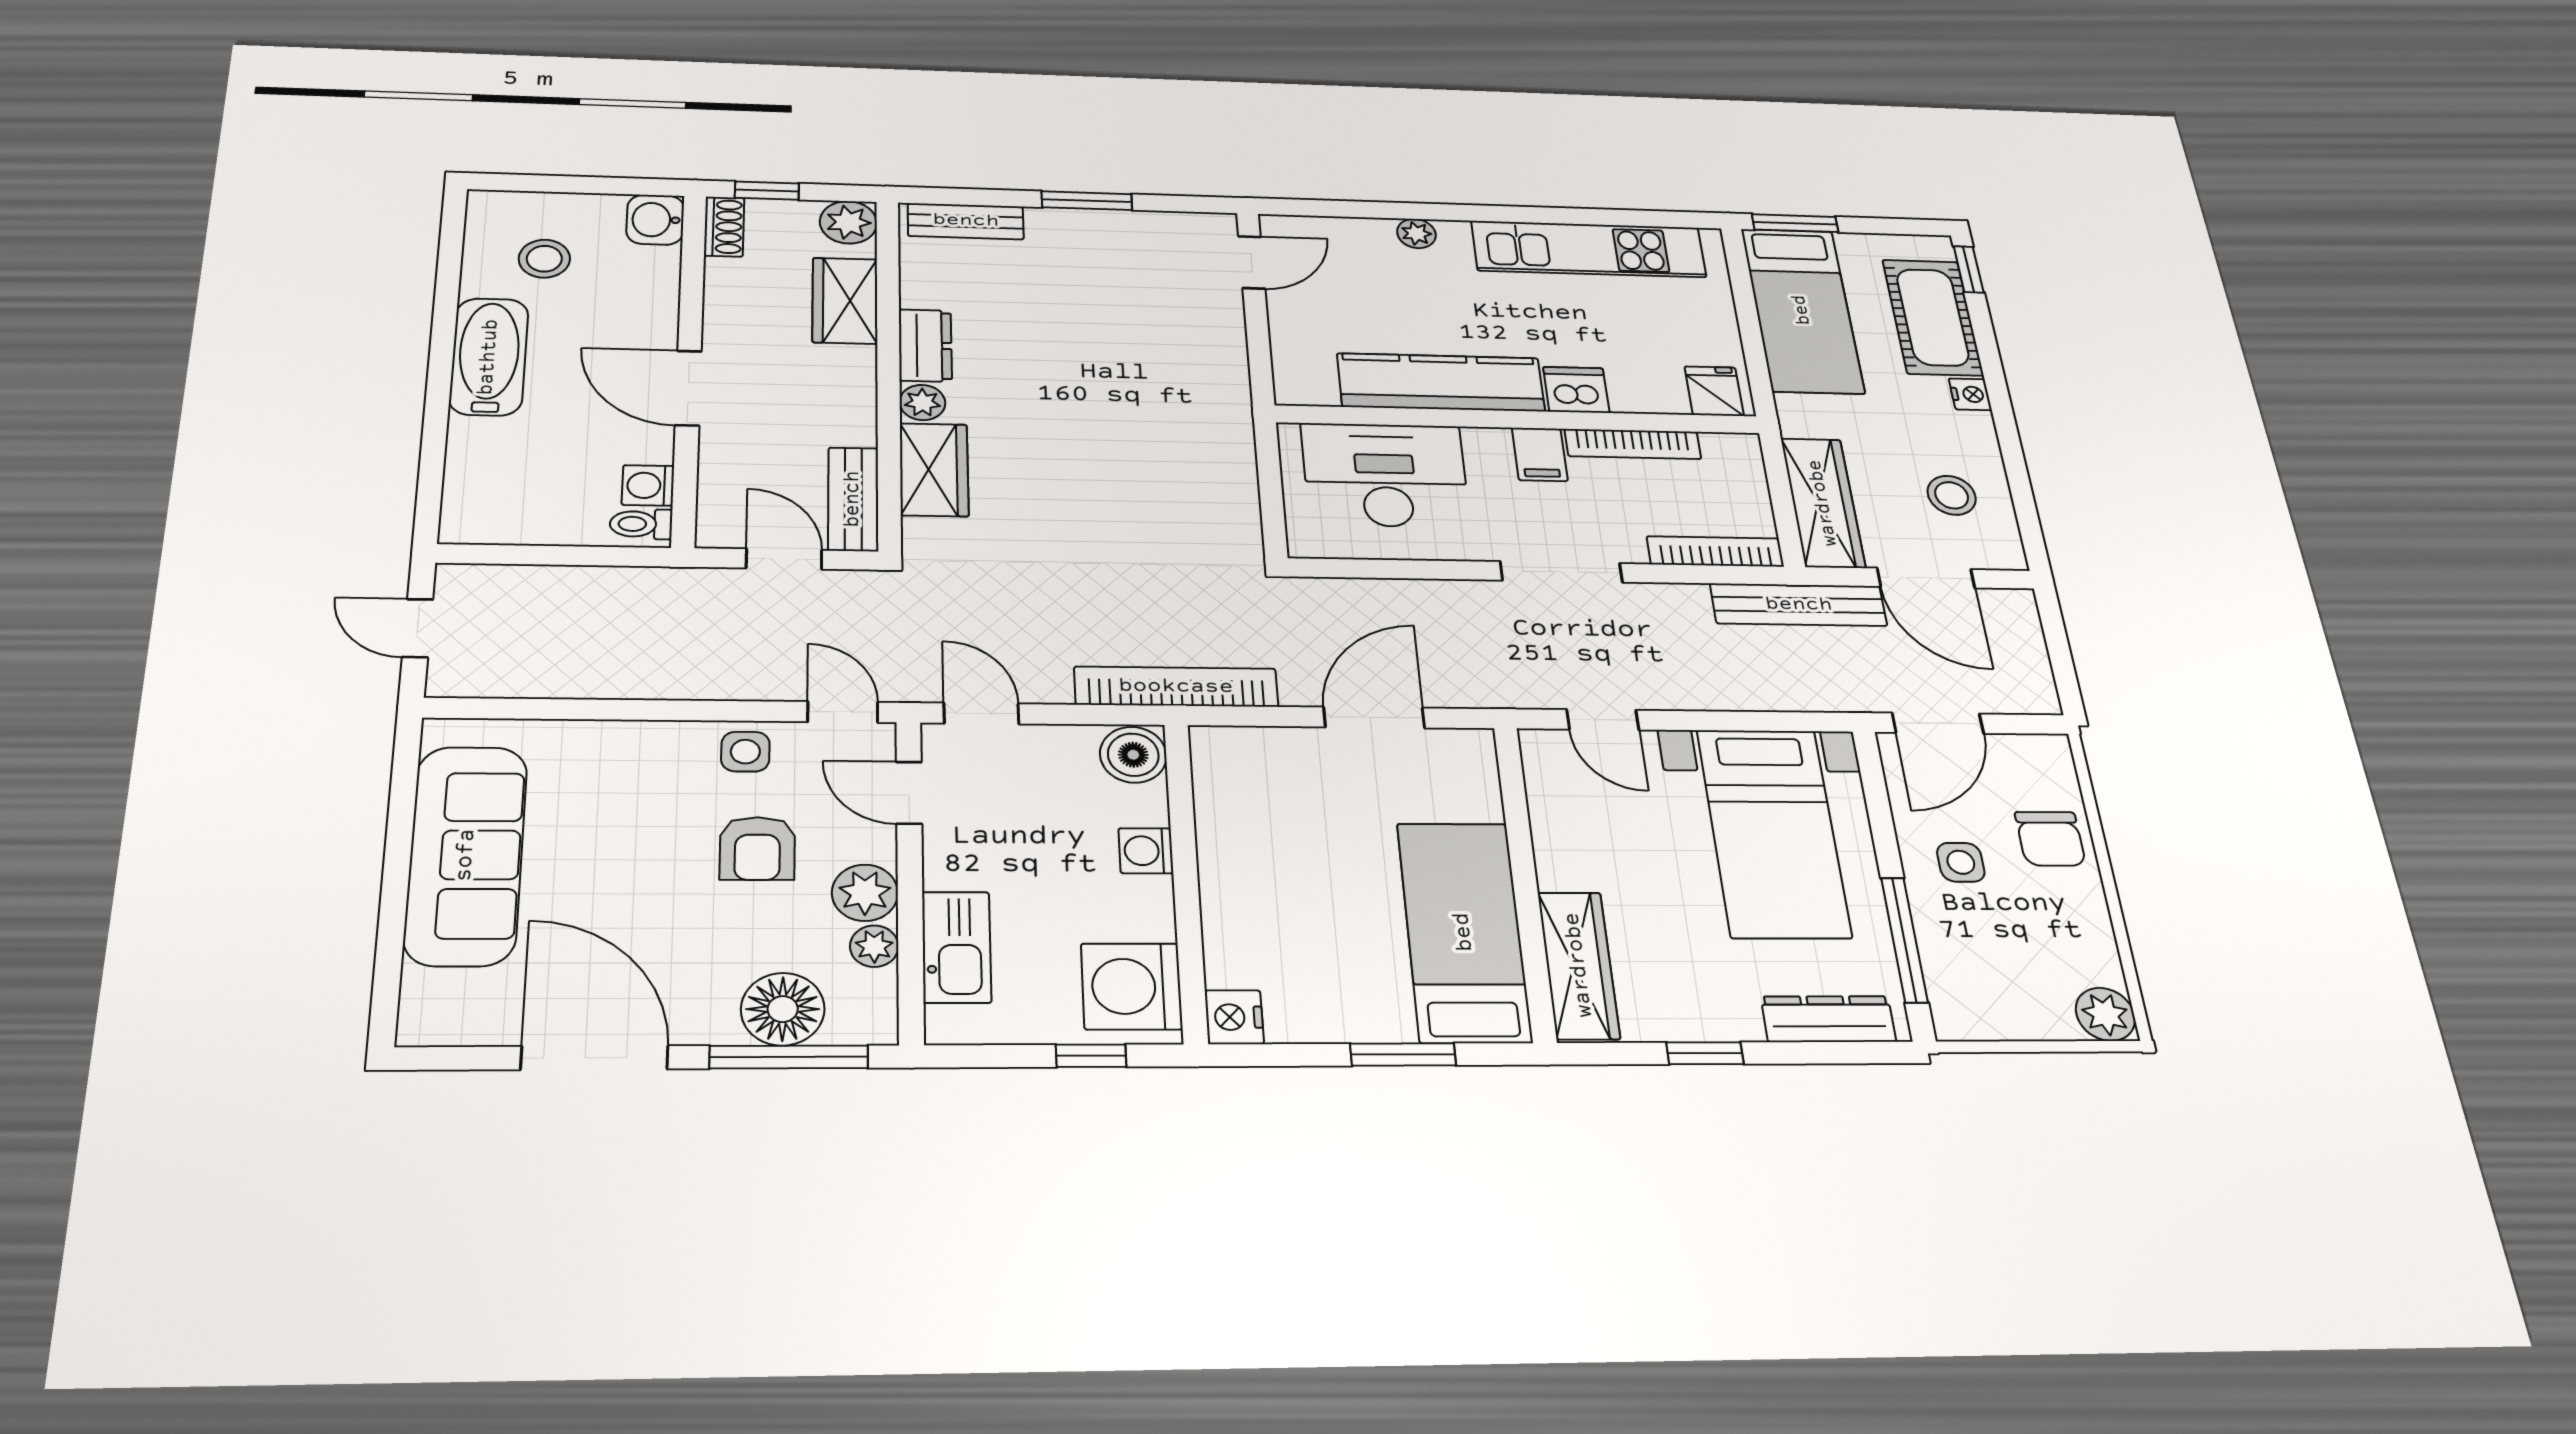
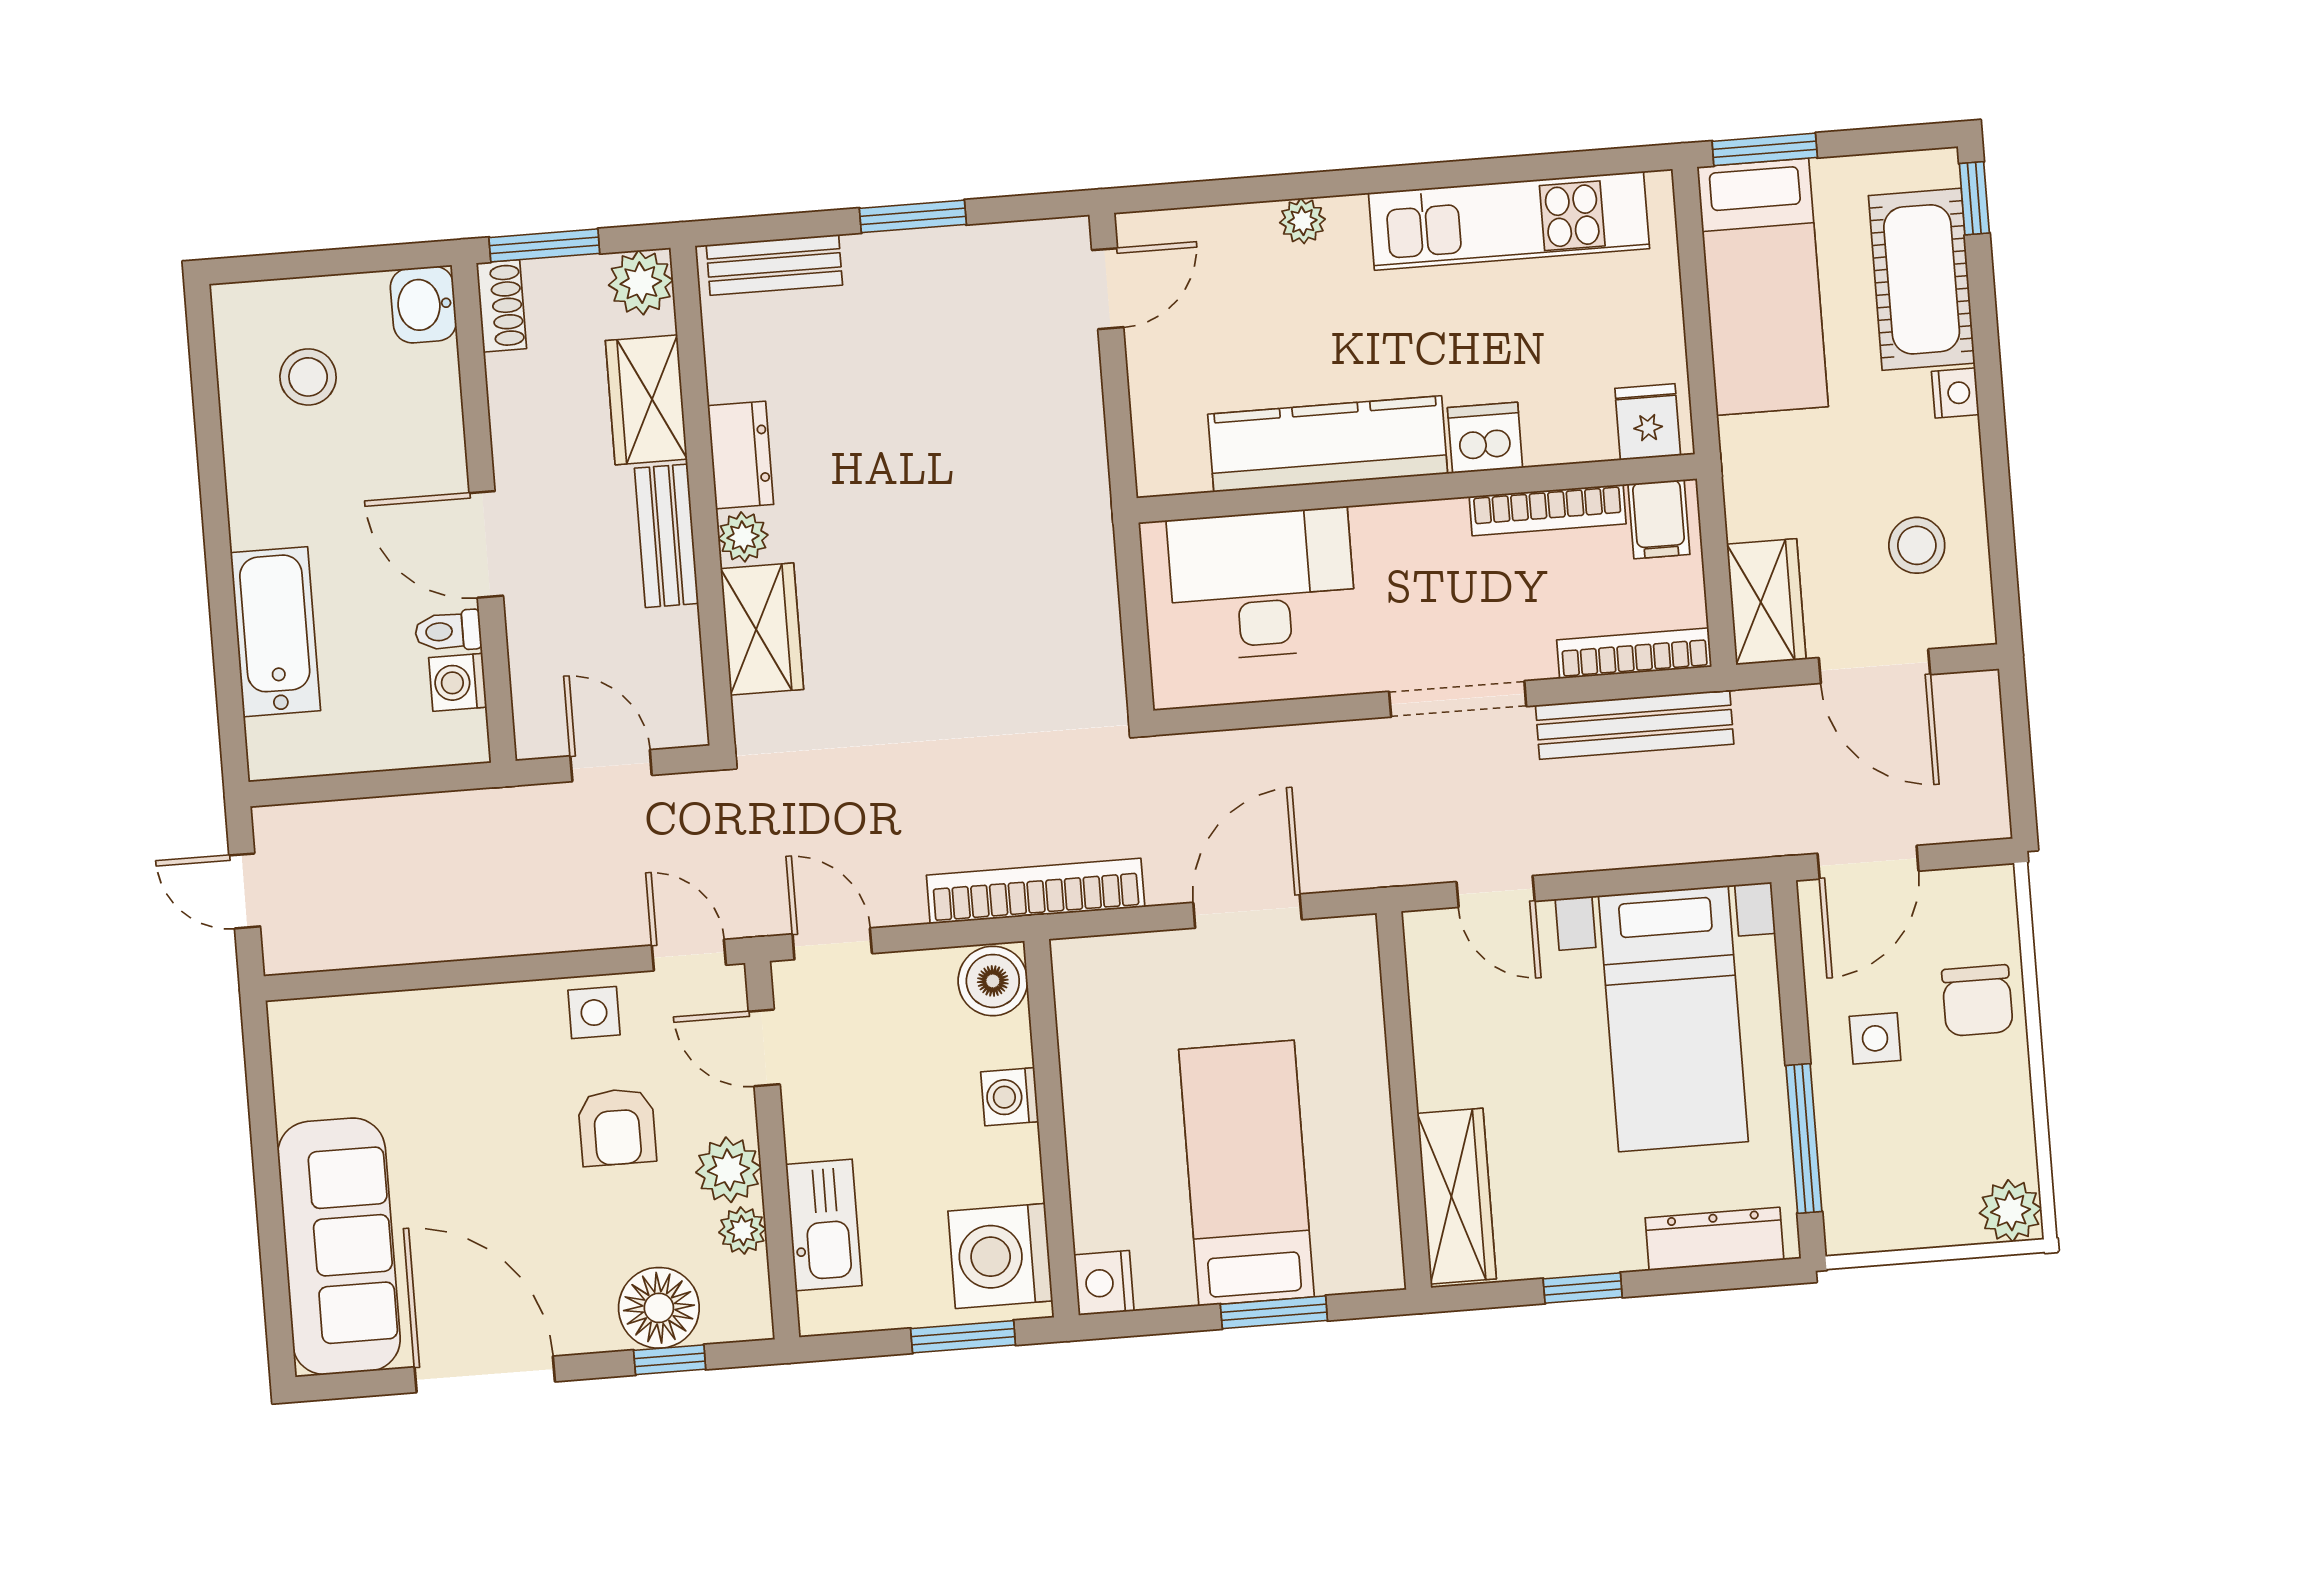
window: (767, 191) -> (544, 245), width x1.50
bathtub: (489, 357) -> (275, 632), moved
filing cabinet: (1540, 454) -> (1659, 519), moved
bench: (853, 499) -> (667, 536), moved
wardrobe: (1823, 503) -> (1766, 602), width x0.67
toilet: (641, 524) -> (448, 631), moved
bench: (1799, 605) -> (1635, 725), moved
sofa: (466, 855) -> (339, 1246), moved
bed: (1464, 932) -> (1247, 1173), moved
window: (1091, 1056) -> (963, 1337), width x1.50
window: (789, 1057) -> (670, 1360), width x0.46

